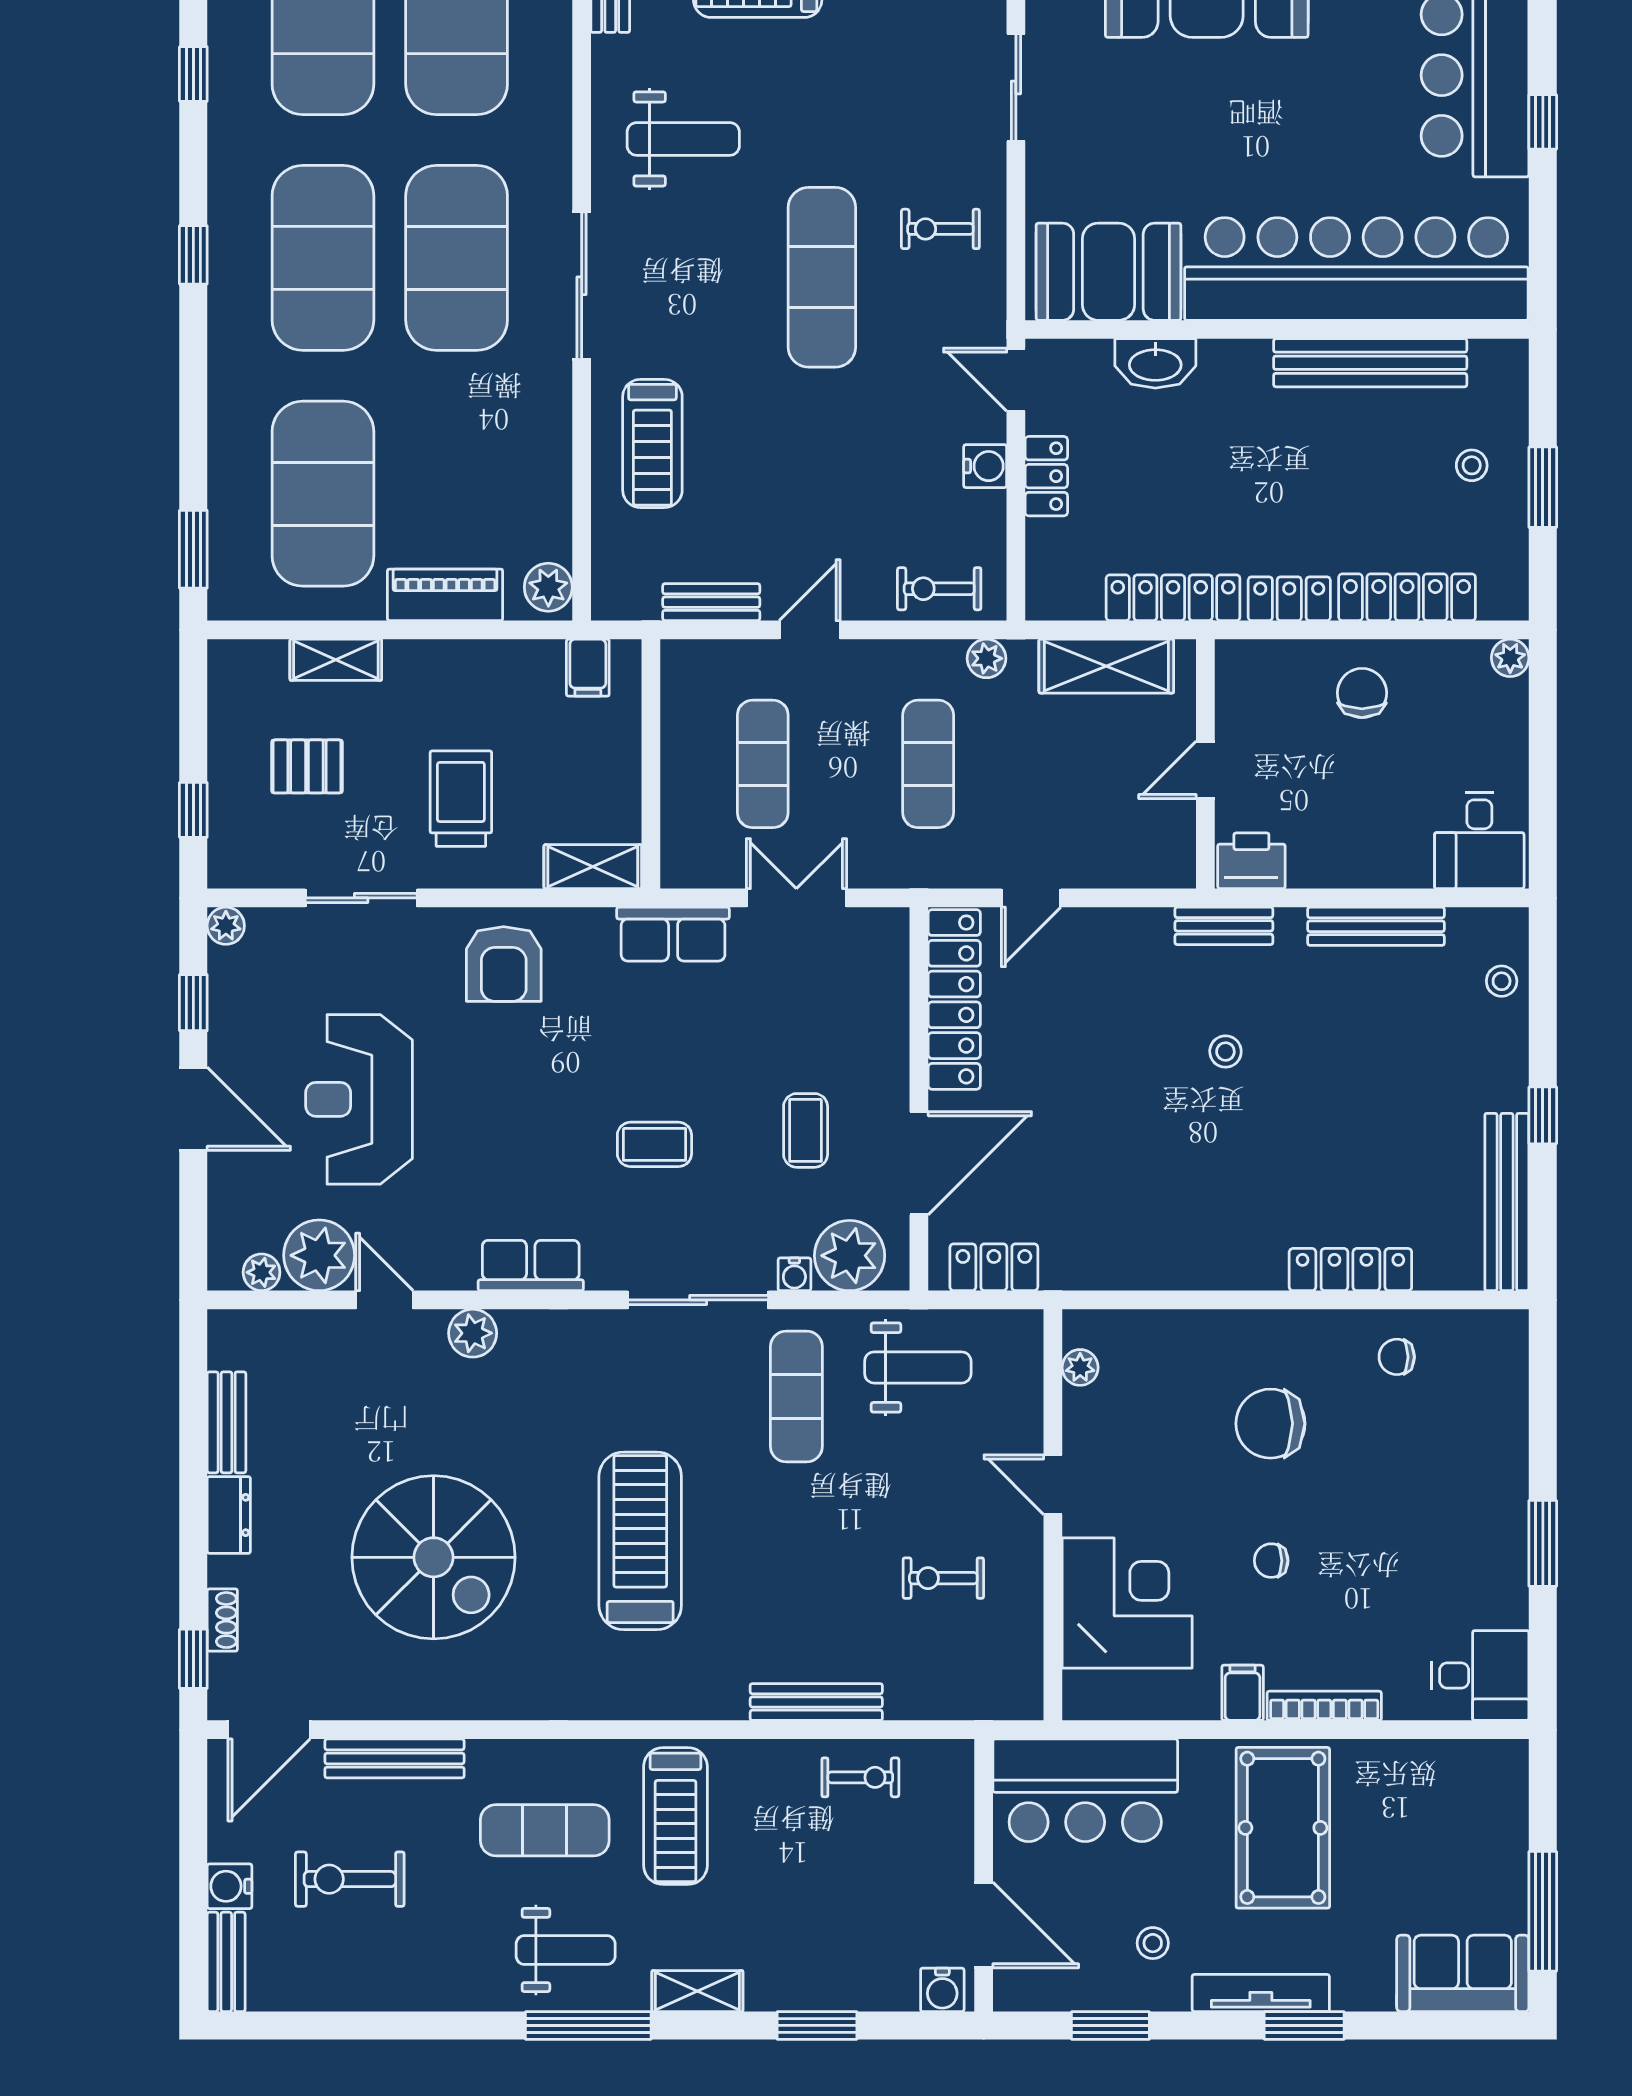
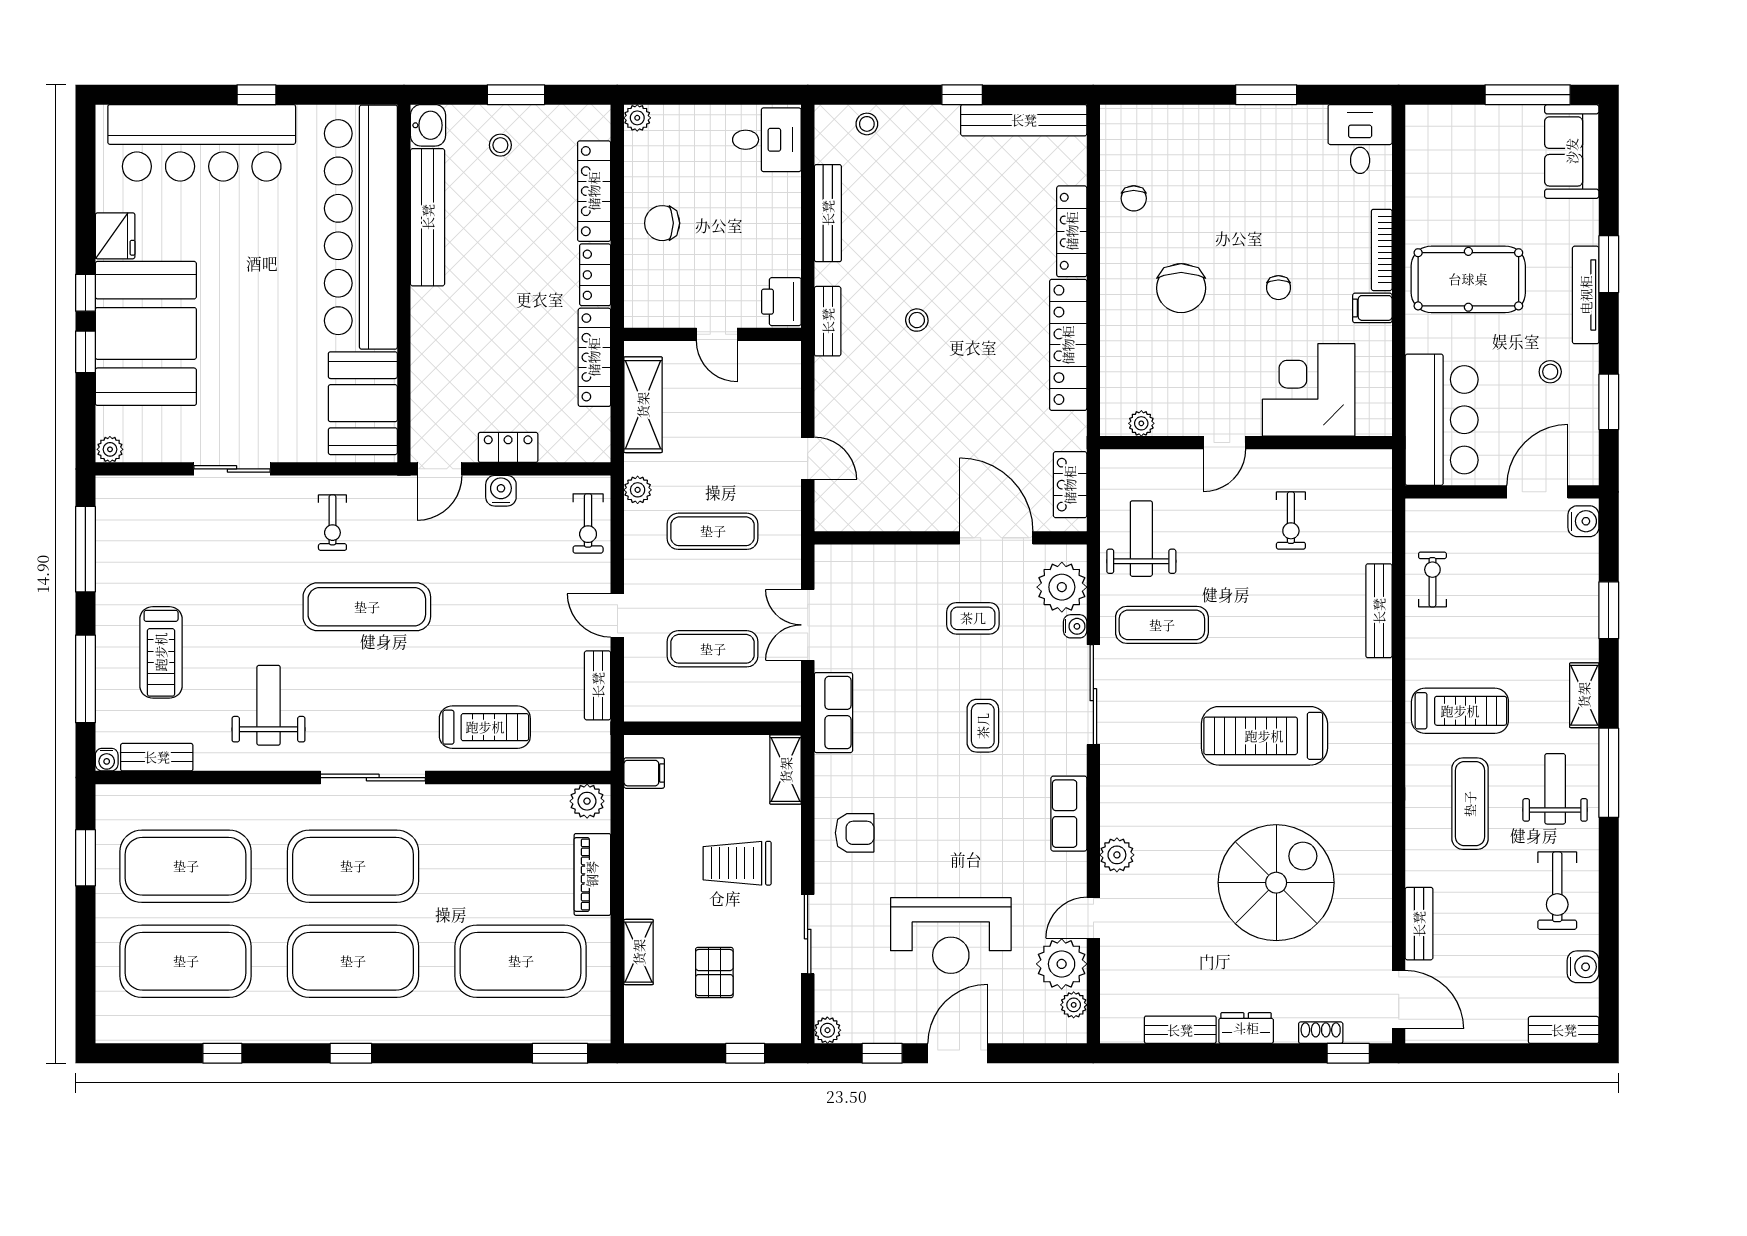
washbasin: (1155, 363) -> (428, 125), moved, width x0.72
armchair: (504, 964) -> (855, 833), width x0.72, depth x0.72
locker: (954, 999) -> (1068, 345), moved, turned -90
bench: (394, 1758) -> (1419, 924), width x0.73
exercise bike: (350, 1879) -> (1557, 891), moved
water cooler: (230, 1886) -> (1583, 967), moved, turned -90

